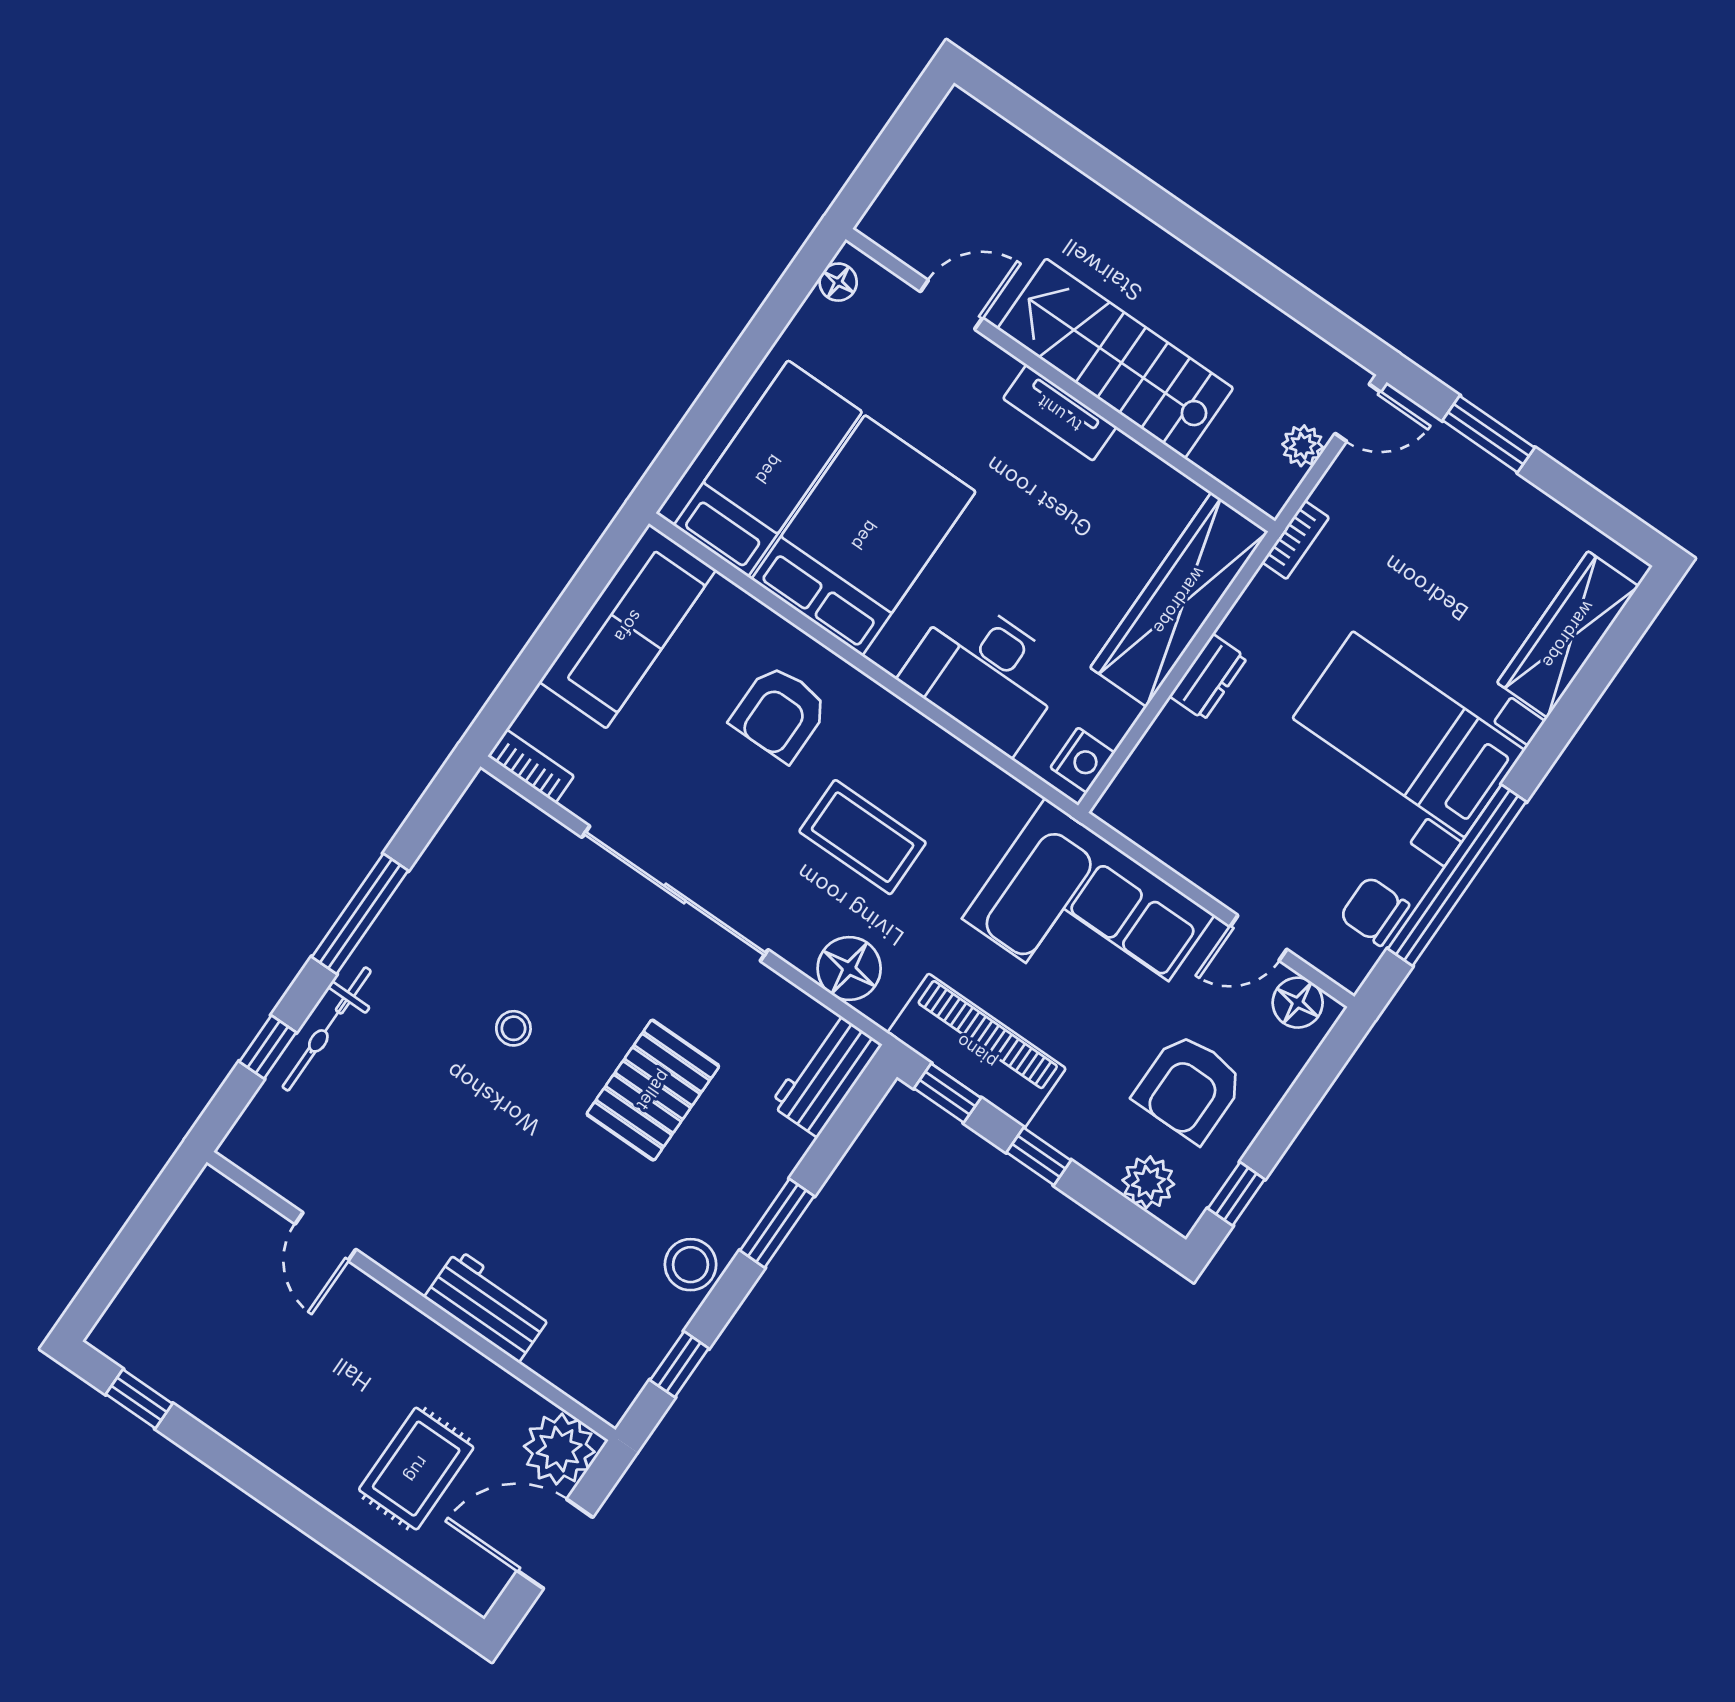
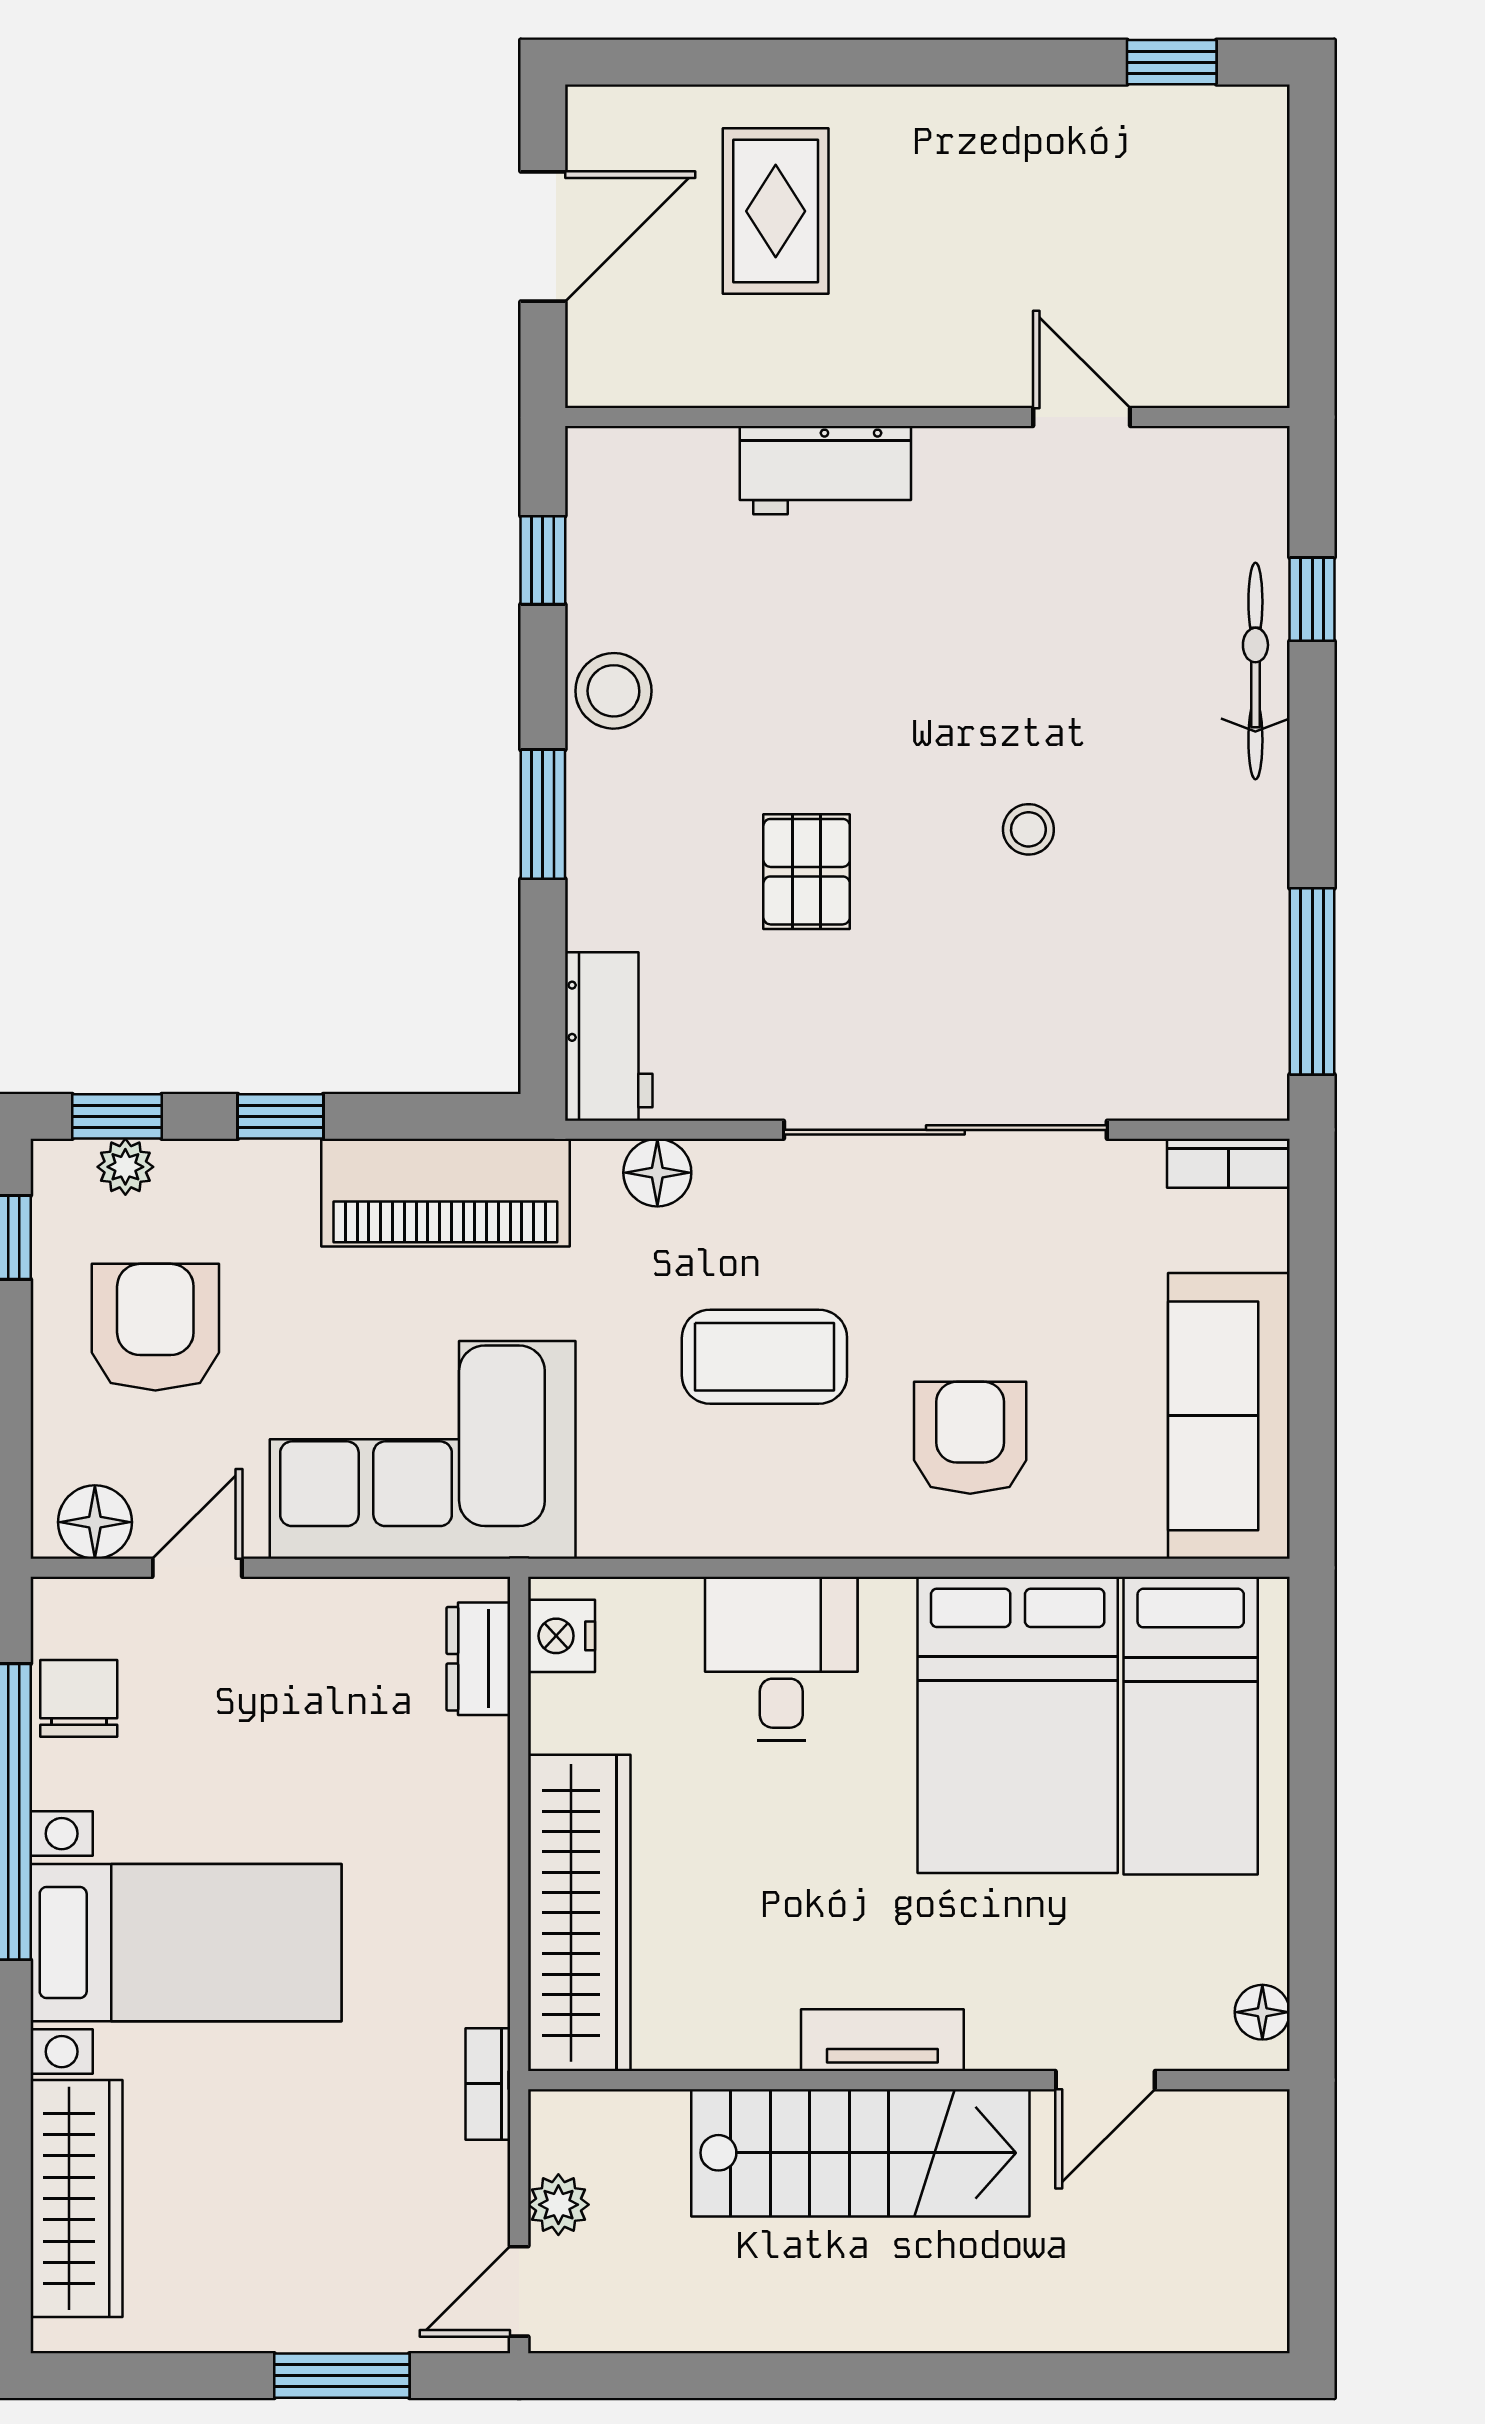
desk: (985, 674) -> (781, 1659), width x0.73
dresser: (1208, 677) -> (478, 1659), moved
chair: (1374, 911) -> (79, 1698), turned -90
window: (360, 914) -> (1312, 981), moved
floor lamp: (849, 968) -> (657, 1173), width x0.73, depth x0.73
pallet: (653, 1090) -> (807, 872), width x0.67, depth x0.71
window: (947, 1093) -> (117, 1116), moved
plant: (1148, 1182) -> (125, 1167), width x0.73, depth x0.73
plant: (559, 1449) -> (618, 355), removed

